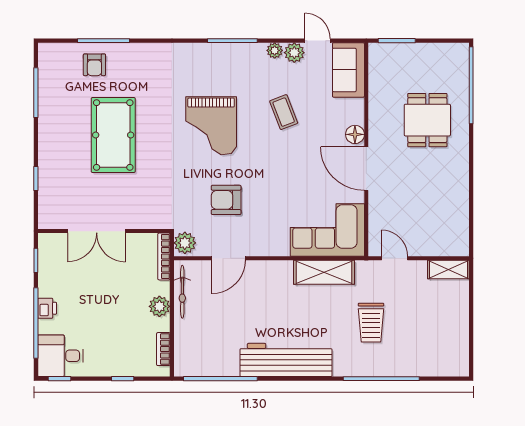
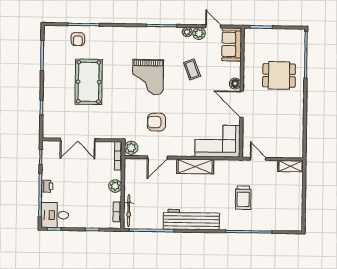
dining table: (427, 120) -> (279, 75), turned 90
shelving: (324, 272) -> (195, 166), moved
bicycle: (182, 292) -> (129, 211), moved

